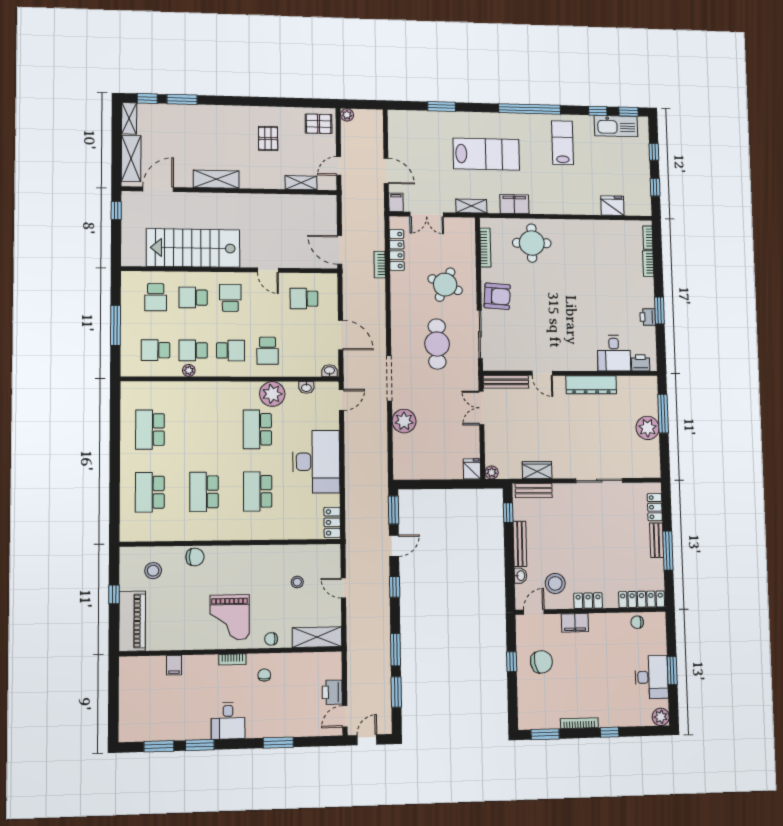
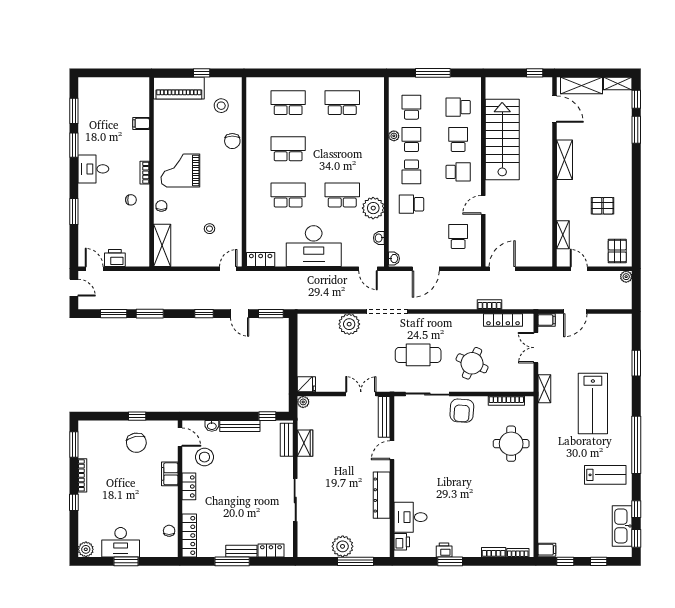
filing cabinet: (514, 204) -> (547, 550), moved, width x0.50
fridge: (612, 206) -> (547, 520), removed
door: (343, 588) -> (228, 269), moved

